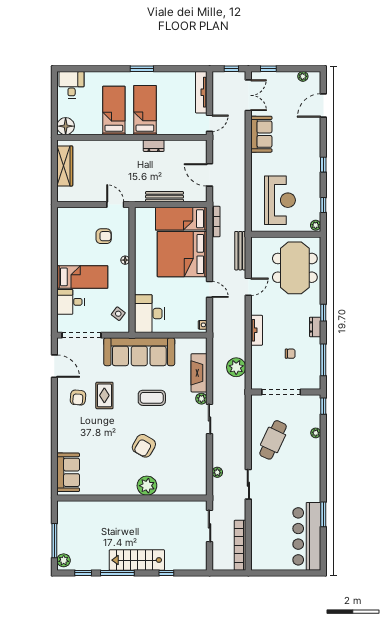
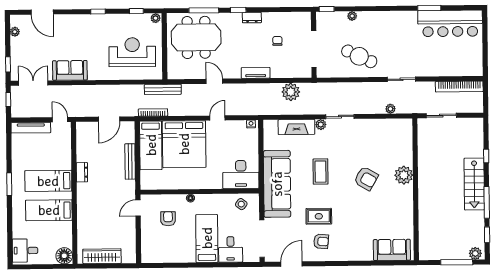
bench: (240, 251) -> (163, 89), moved
window: (323, 360) -> (204, 10), moved

